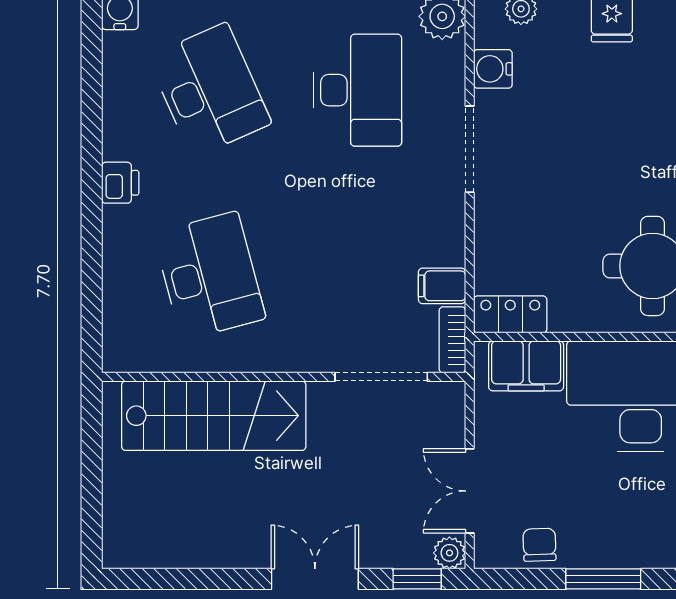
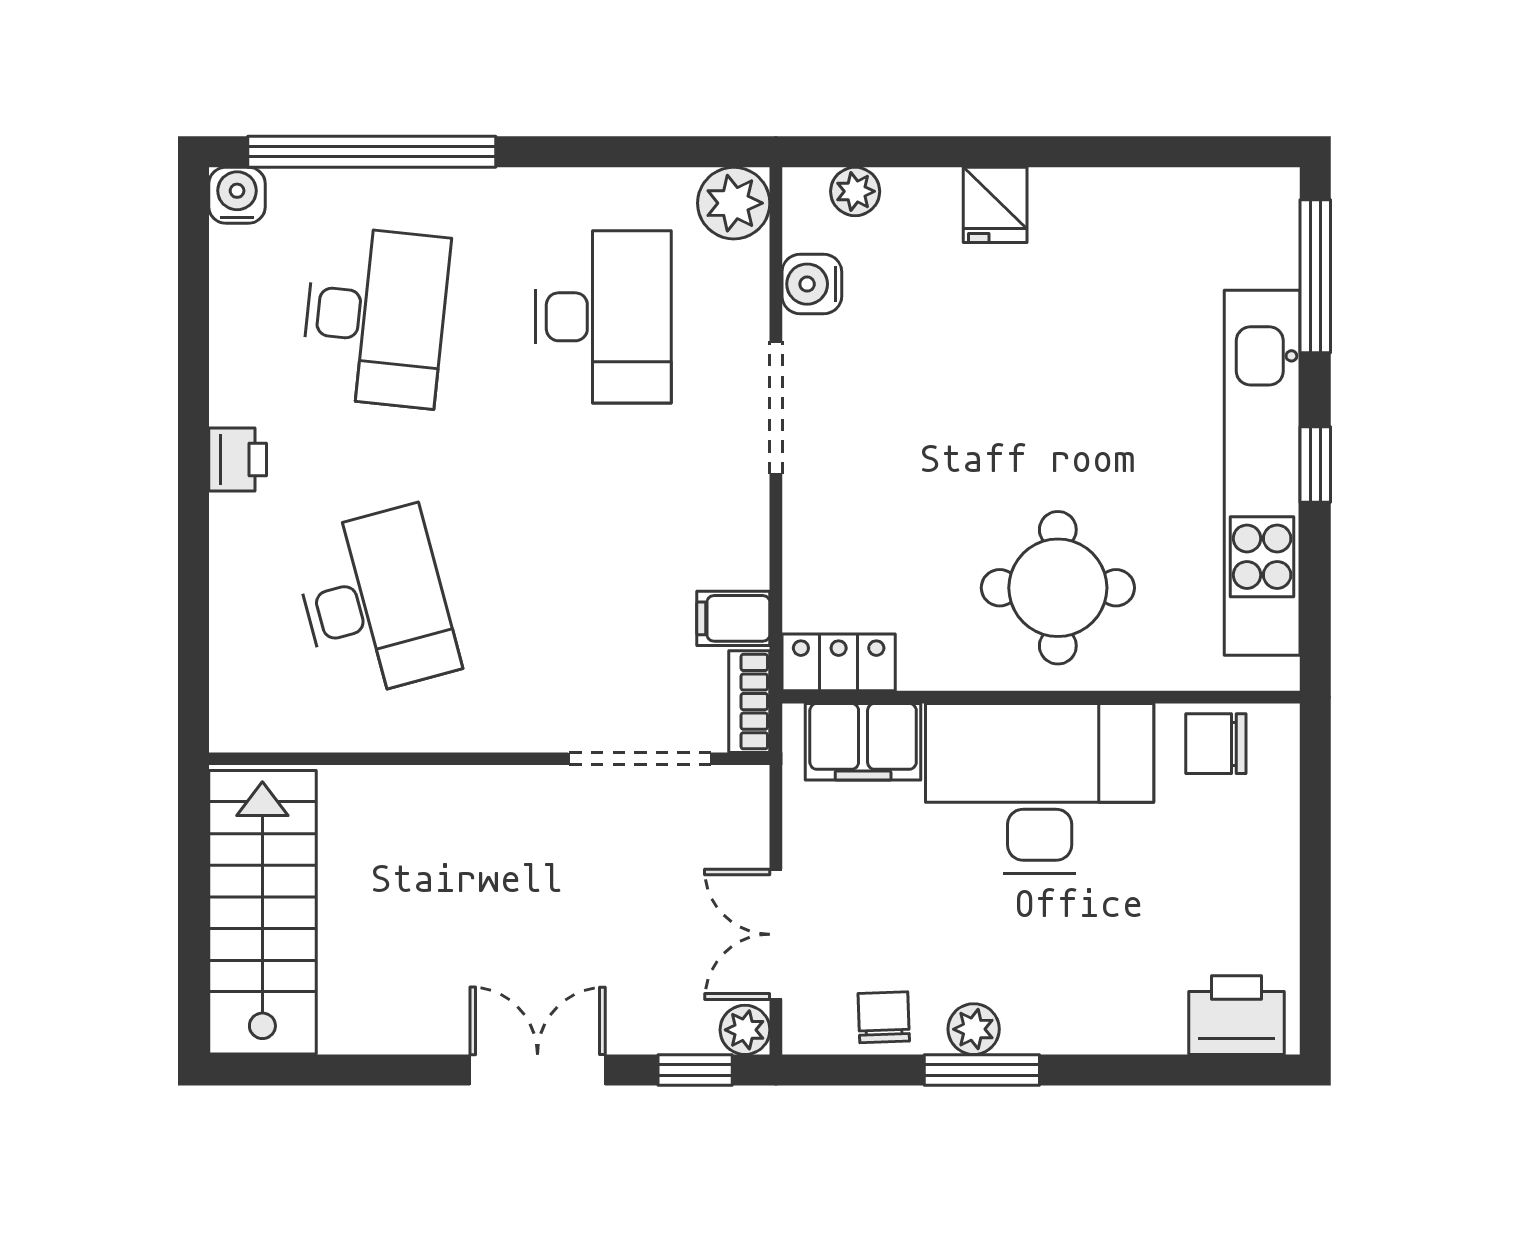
desk: (209, 90) -> (375, 317), turned 30
stairs: (214, 416) -> (262, 912), moved, turned -90
plant: (598, 552) -> (974, 1029), added

